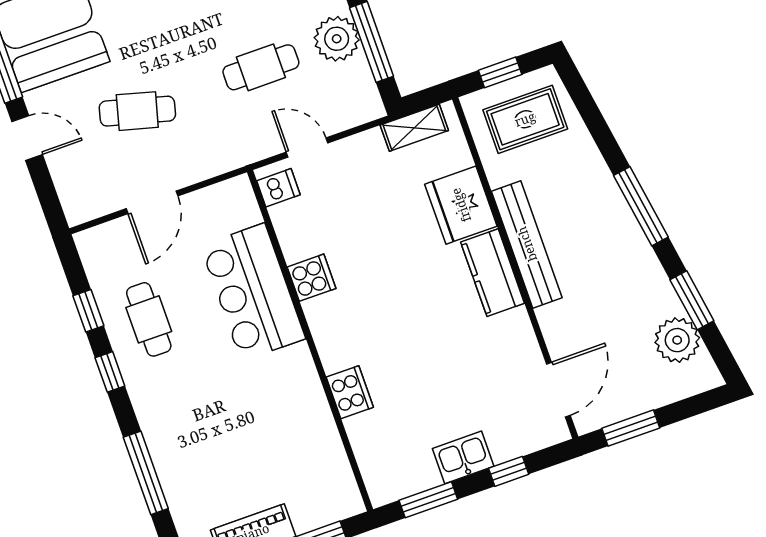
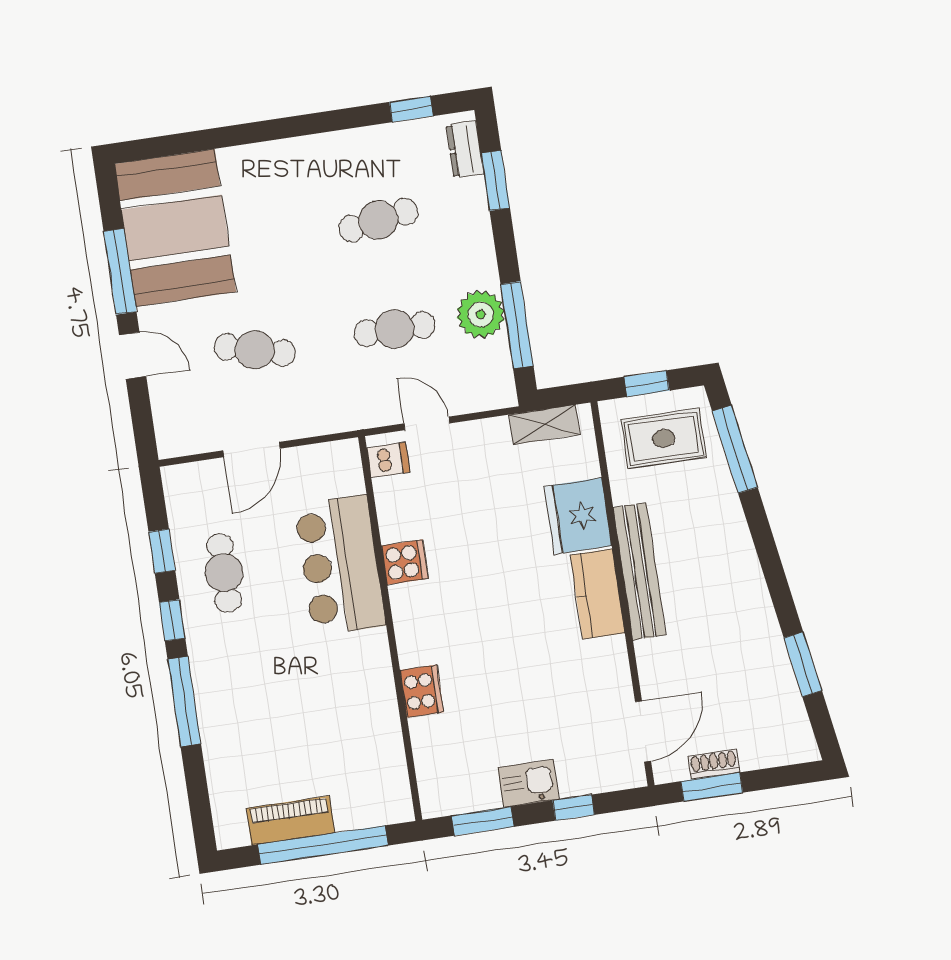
window: (641, 206) -> (735, 449), moved
plant: (677, 340) -> (779, 703), removed
shoe rack: (629, 407) -> (714, 764), added
window: (146, 473) -> (184, 701), moved

